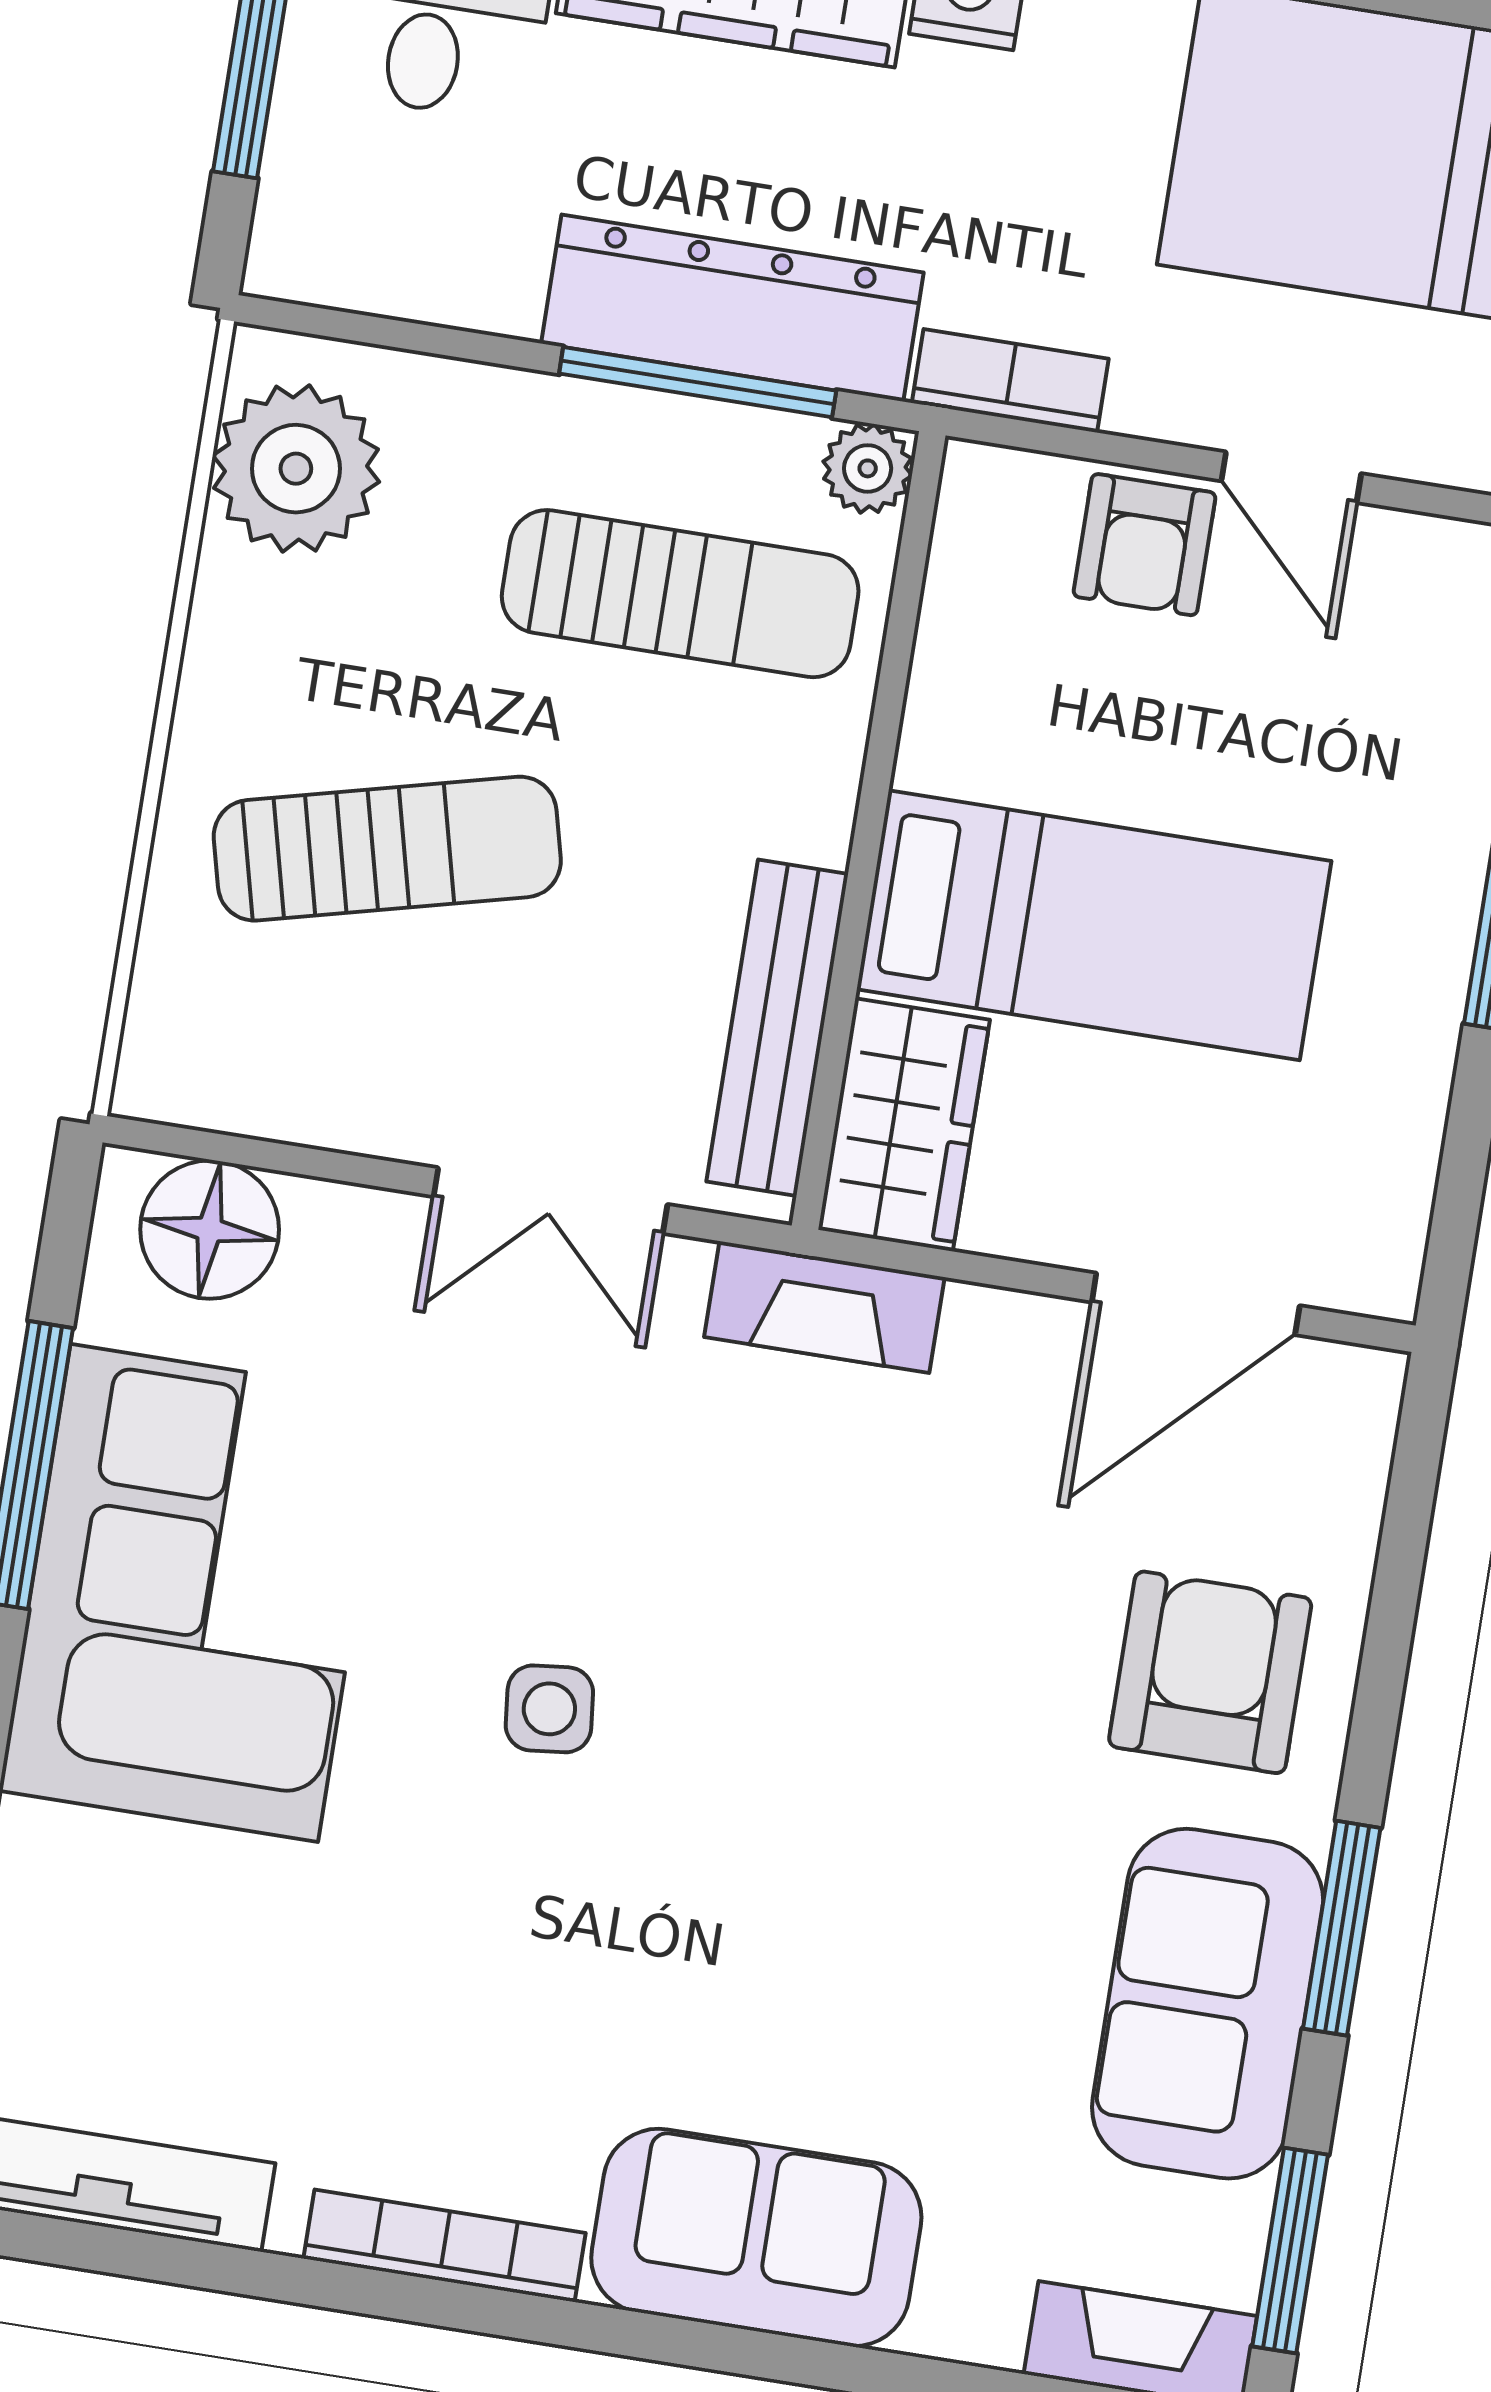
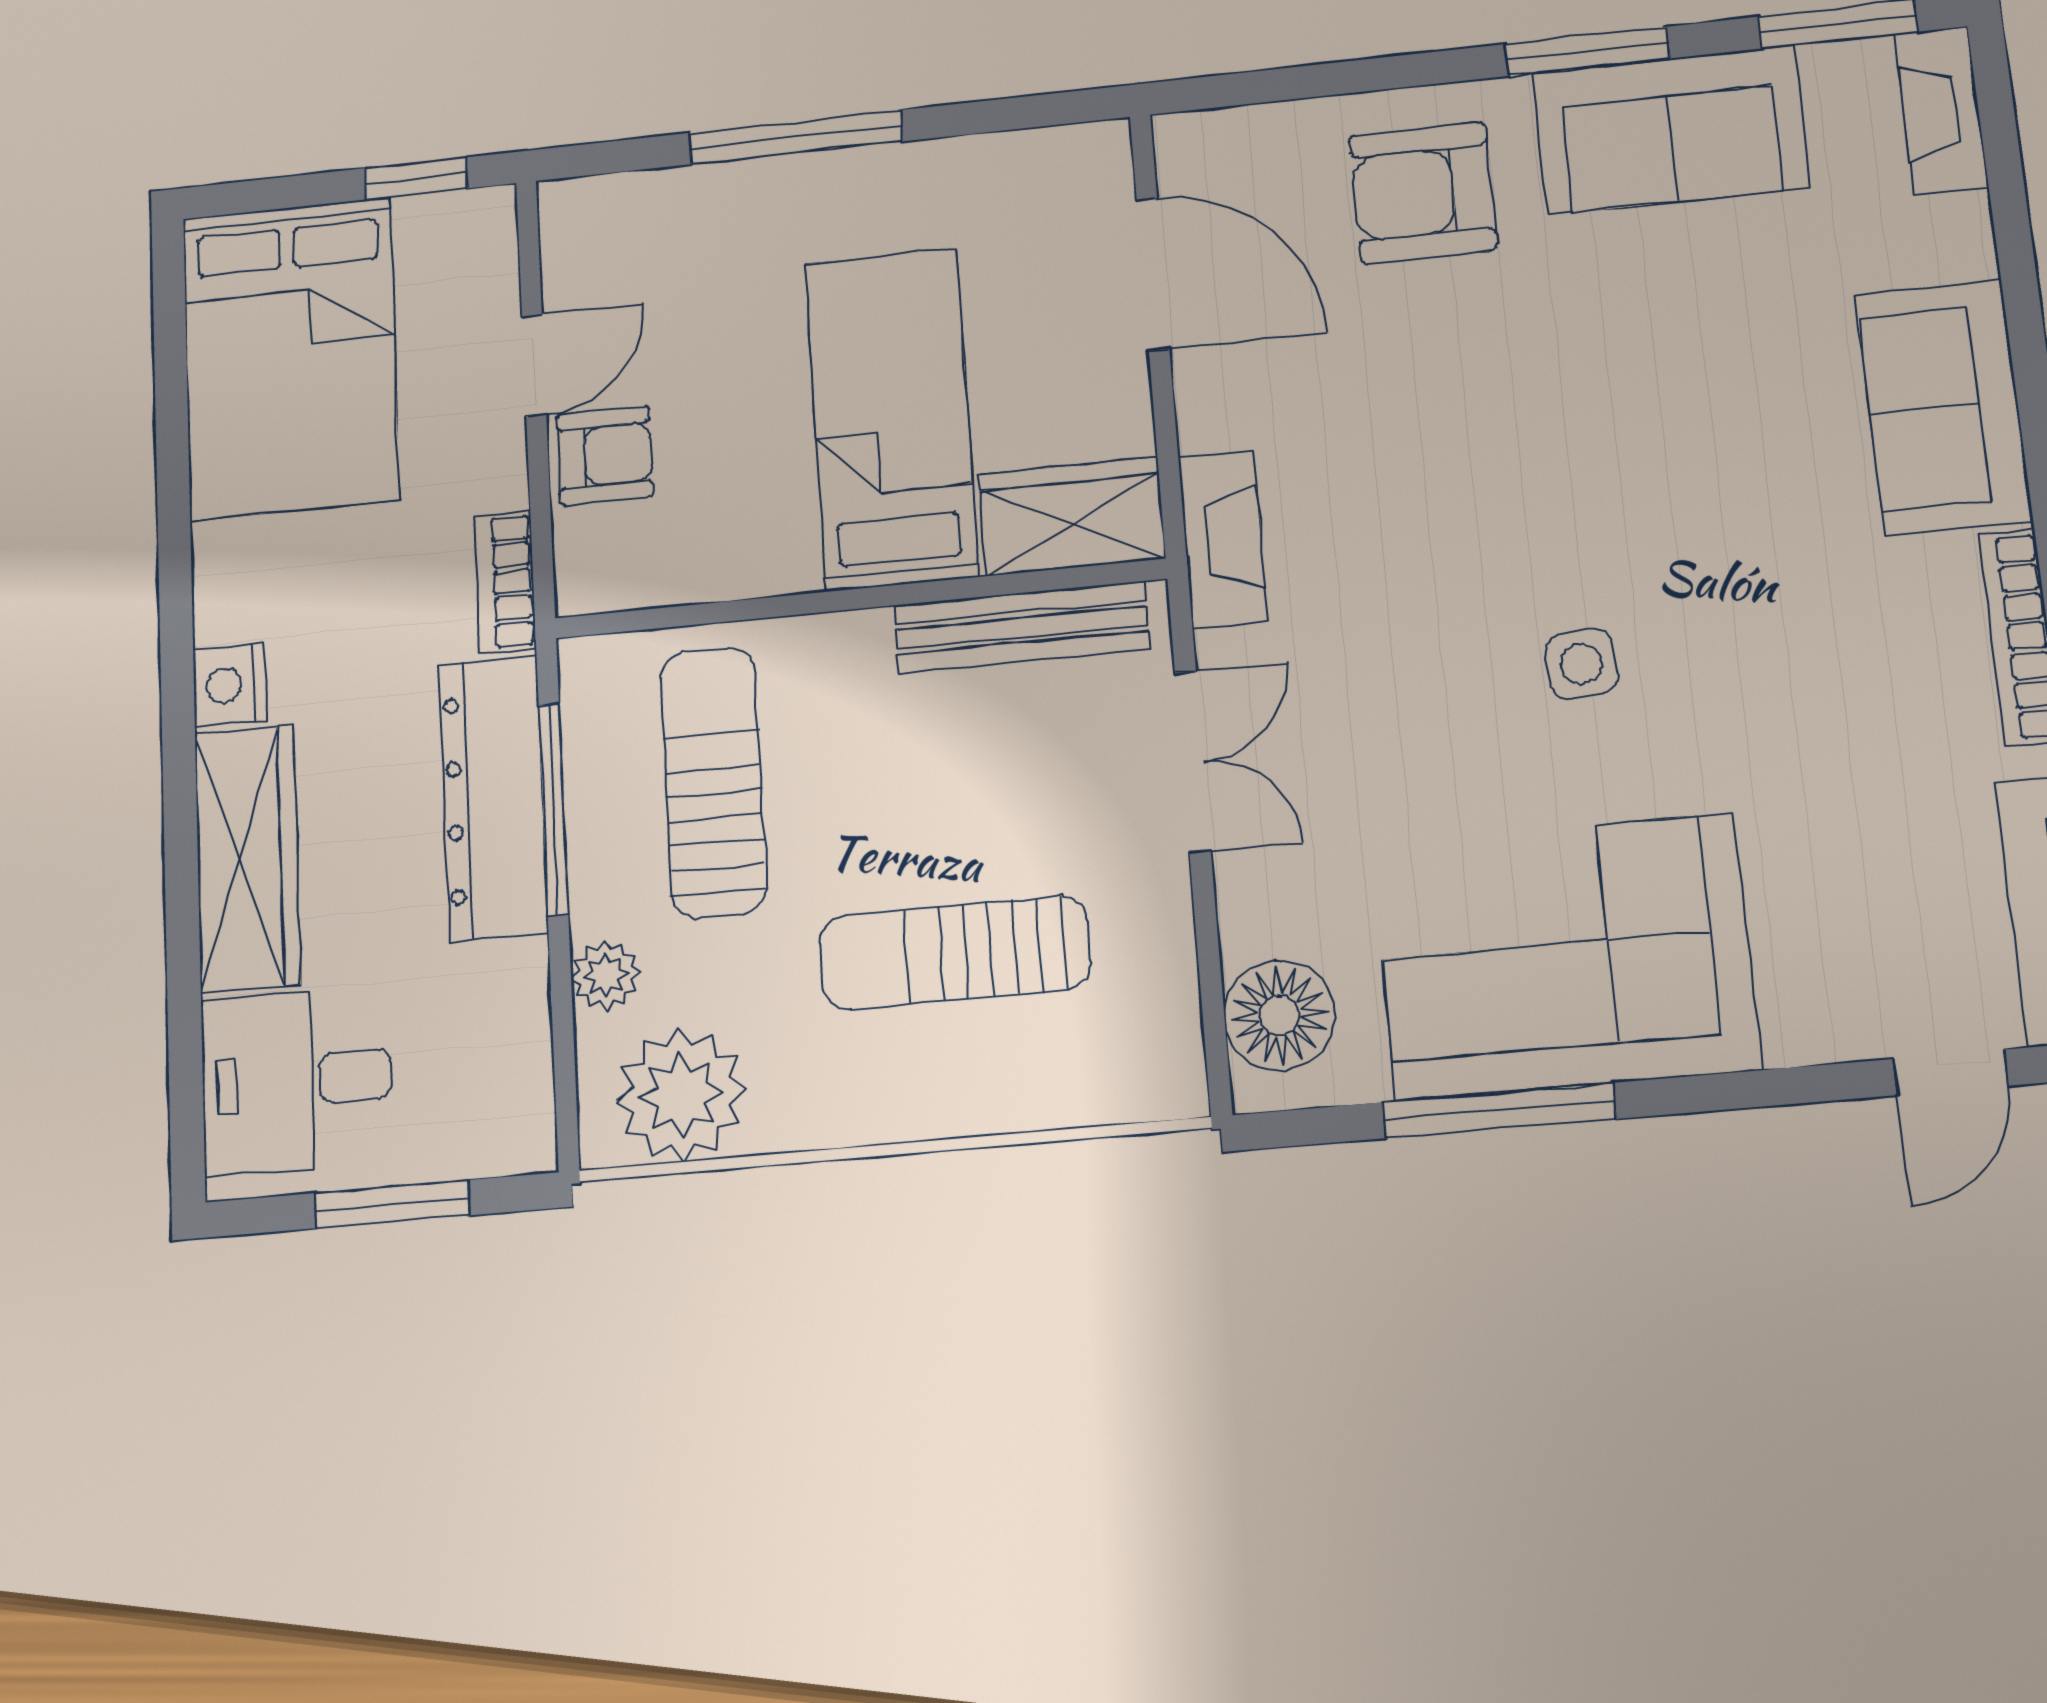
plant: (868, 468) -> (605, 975), moved
sun lounger: (387, 849) -> (955, 953), turned -76

